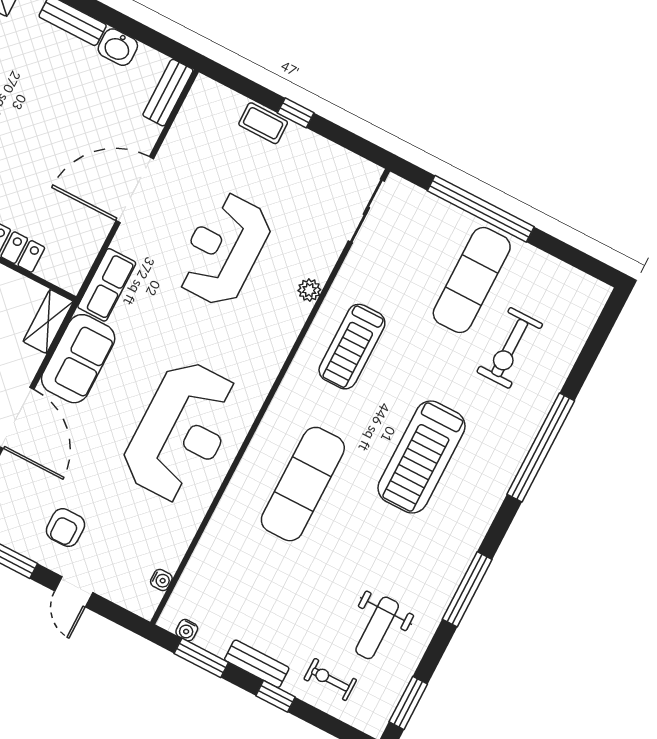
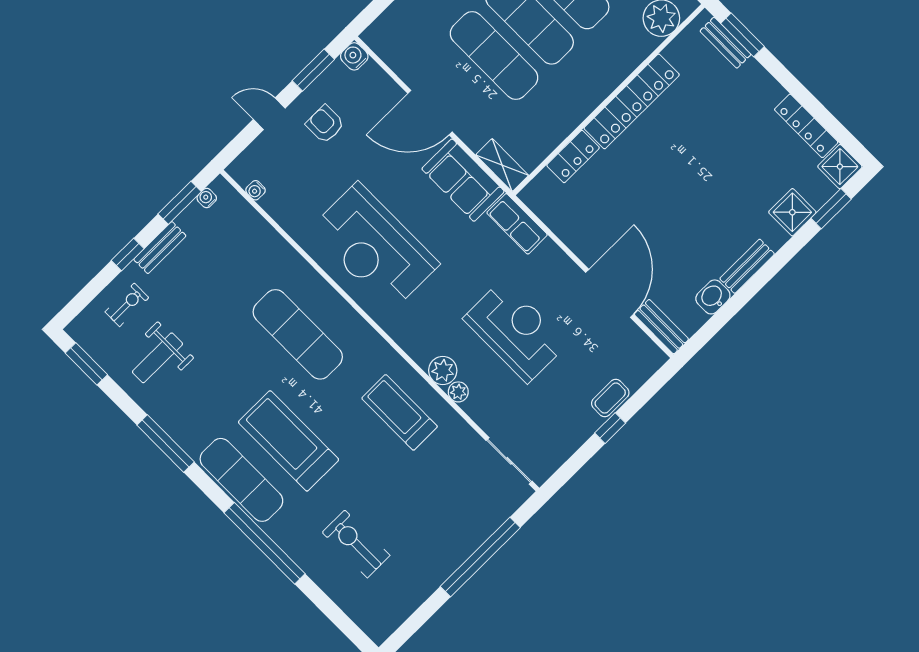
door: (135, 190) -> (610, 293), moved
exercise mat: (472, 280) -> (241, 480), moved
plant: (291, 314) -> (443, 370), added
weight bench: (377, 628) -> (157, 358), turned -90

